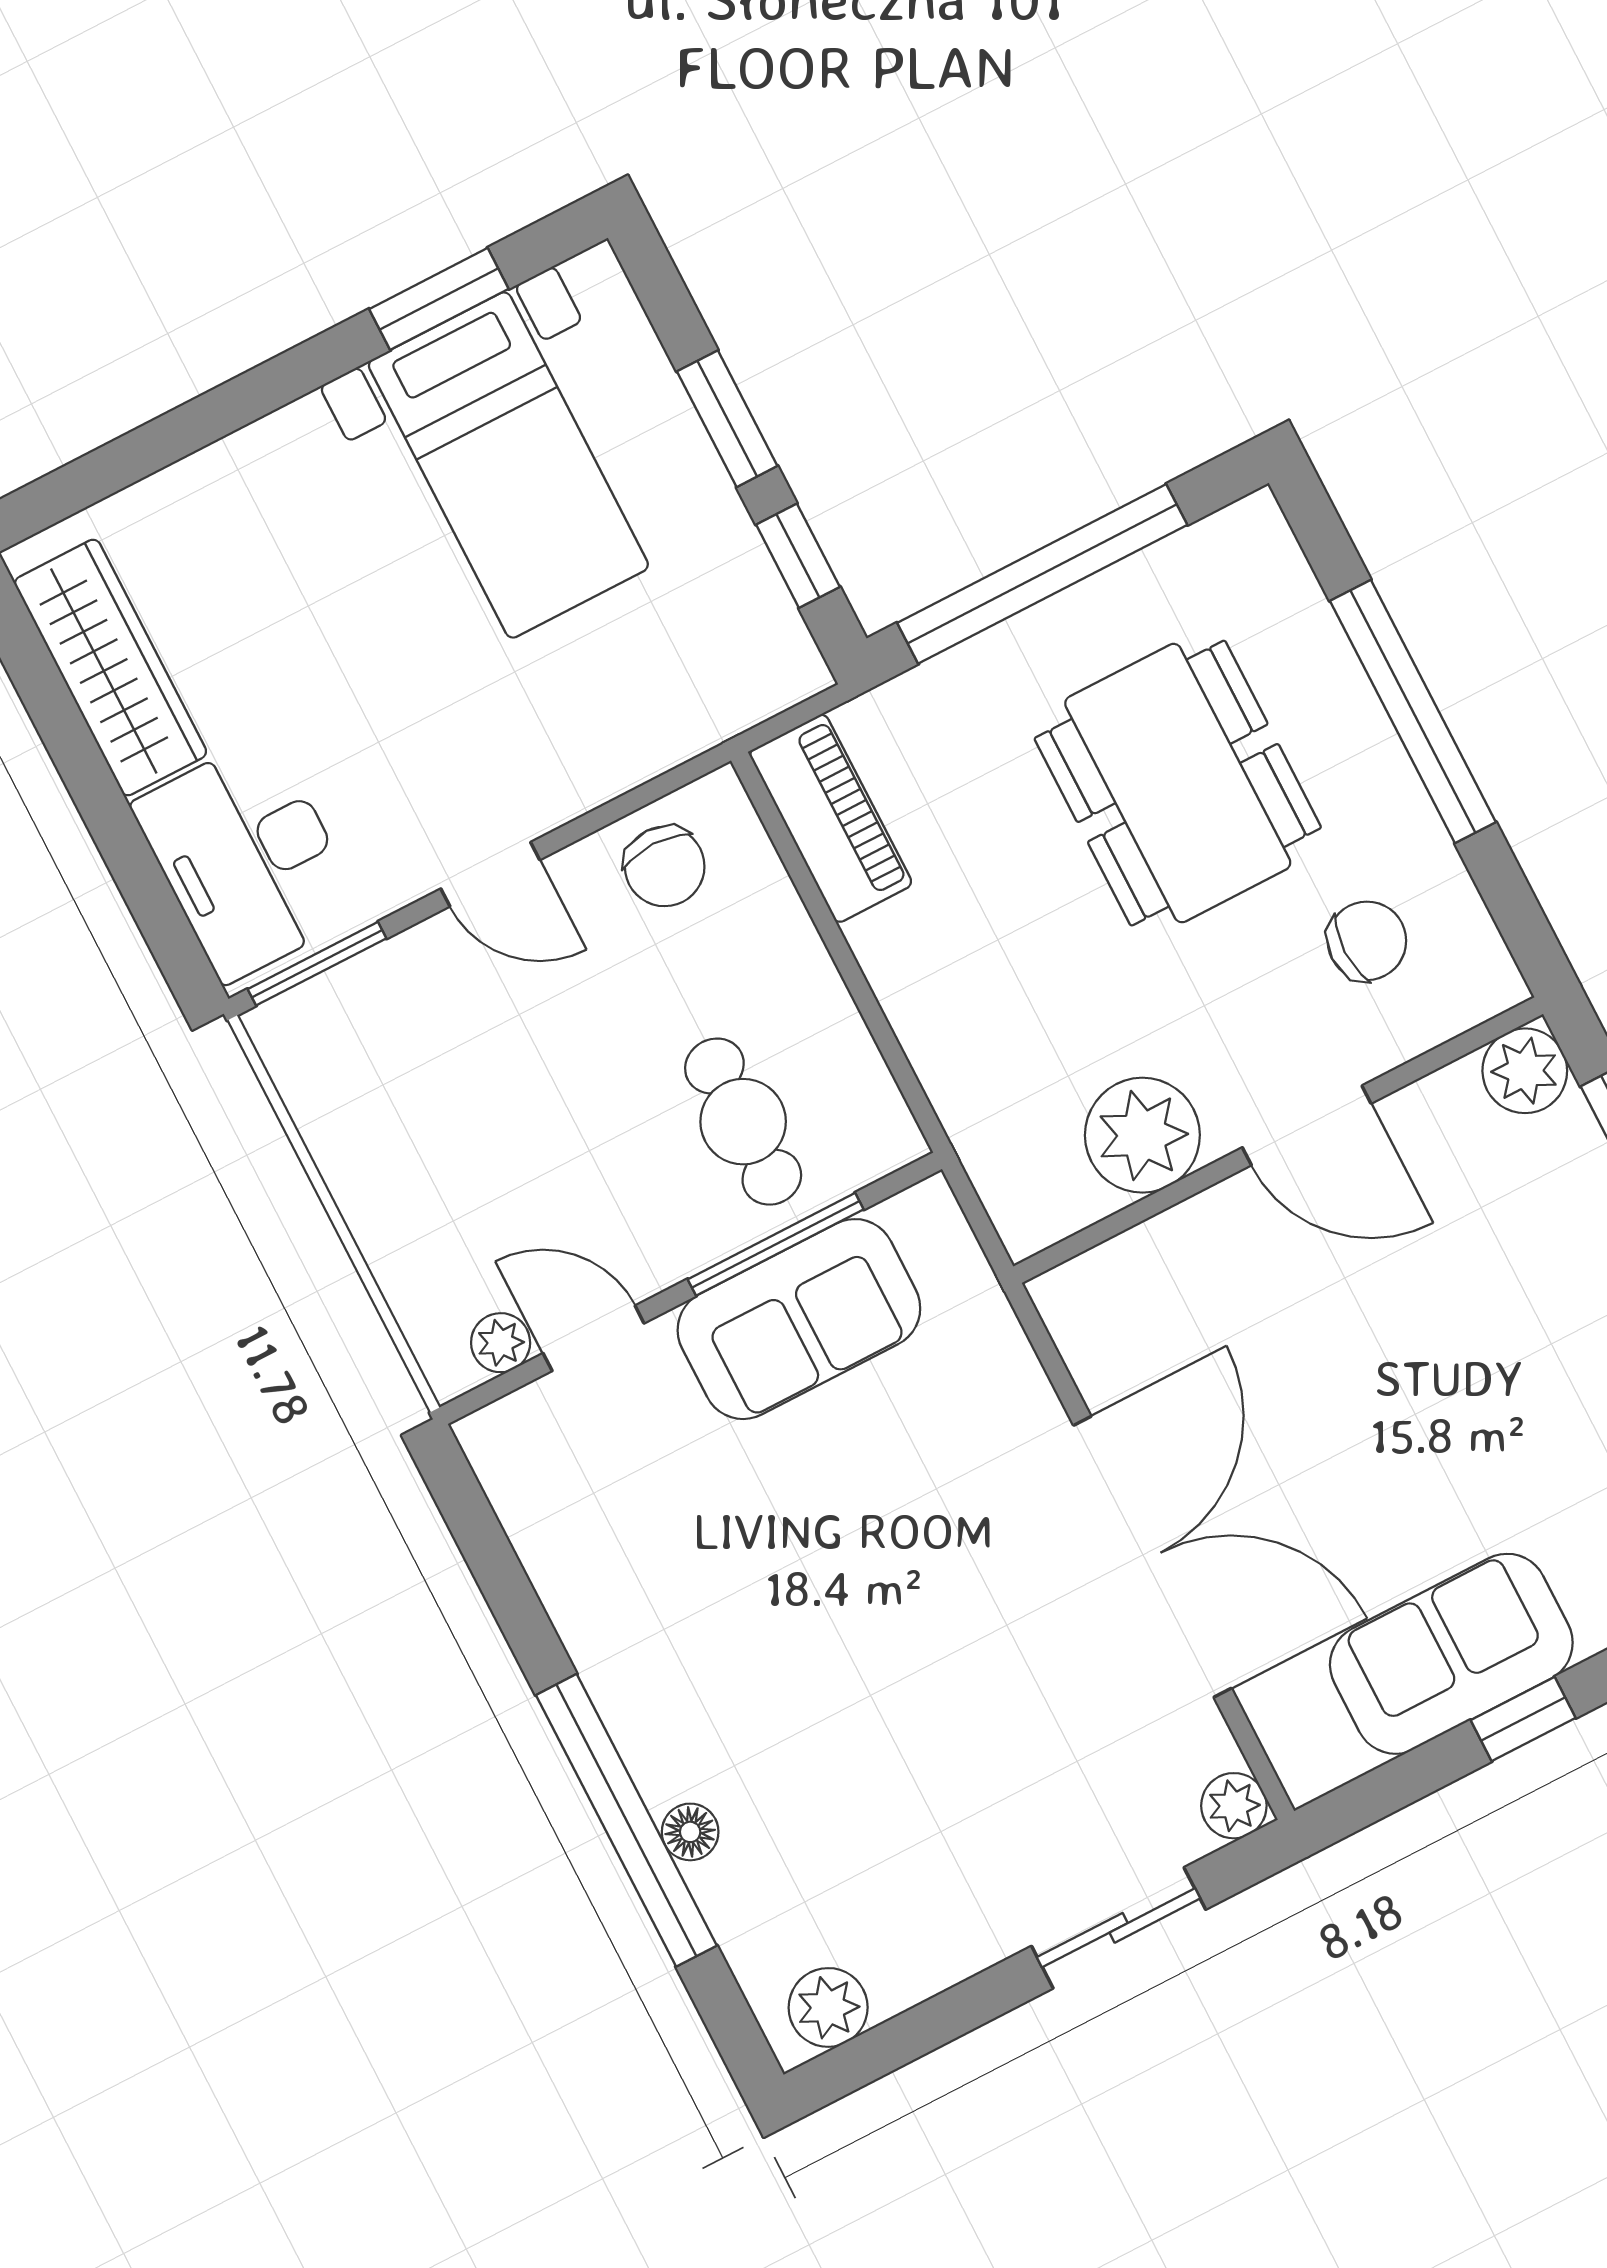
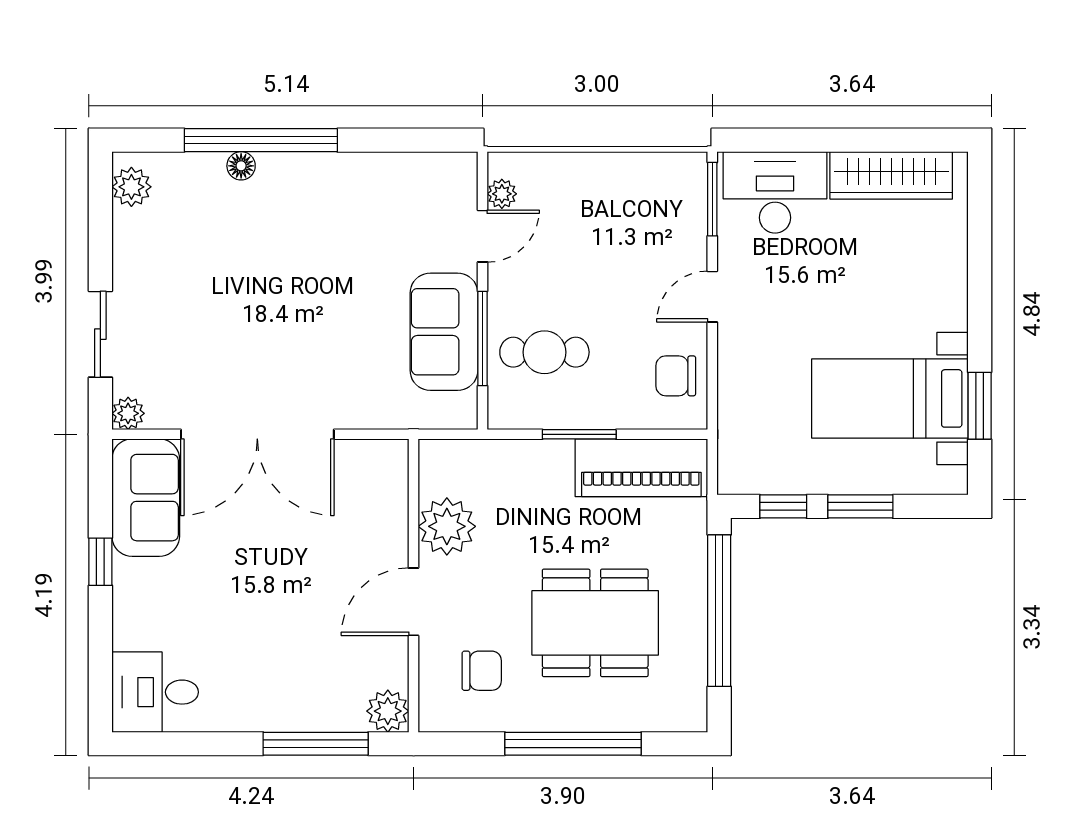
piano: (831, 818) -> (641, 468), width x1.37, depth x1.33
chair: (1367, 941) -> (482, 671), turned -90
window: (857, 985) -> (579, 434), added
sofa: (1451, 1654) -> (146, 498), moved

